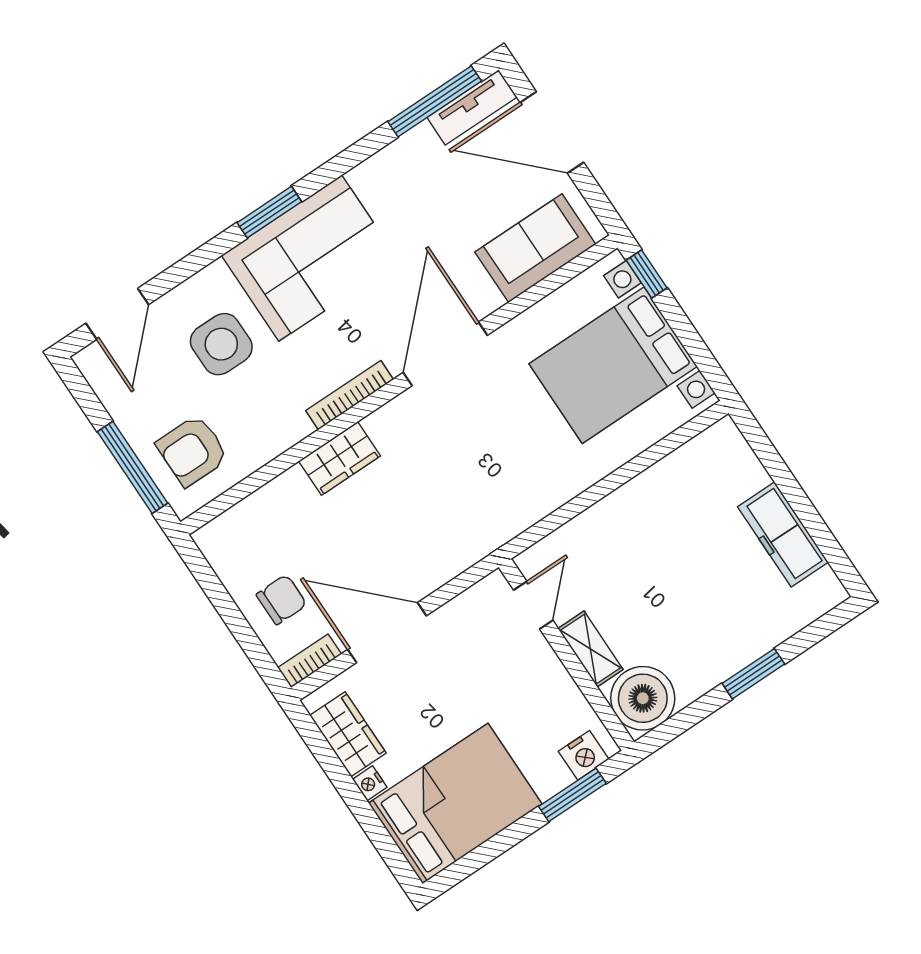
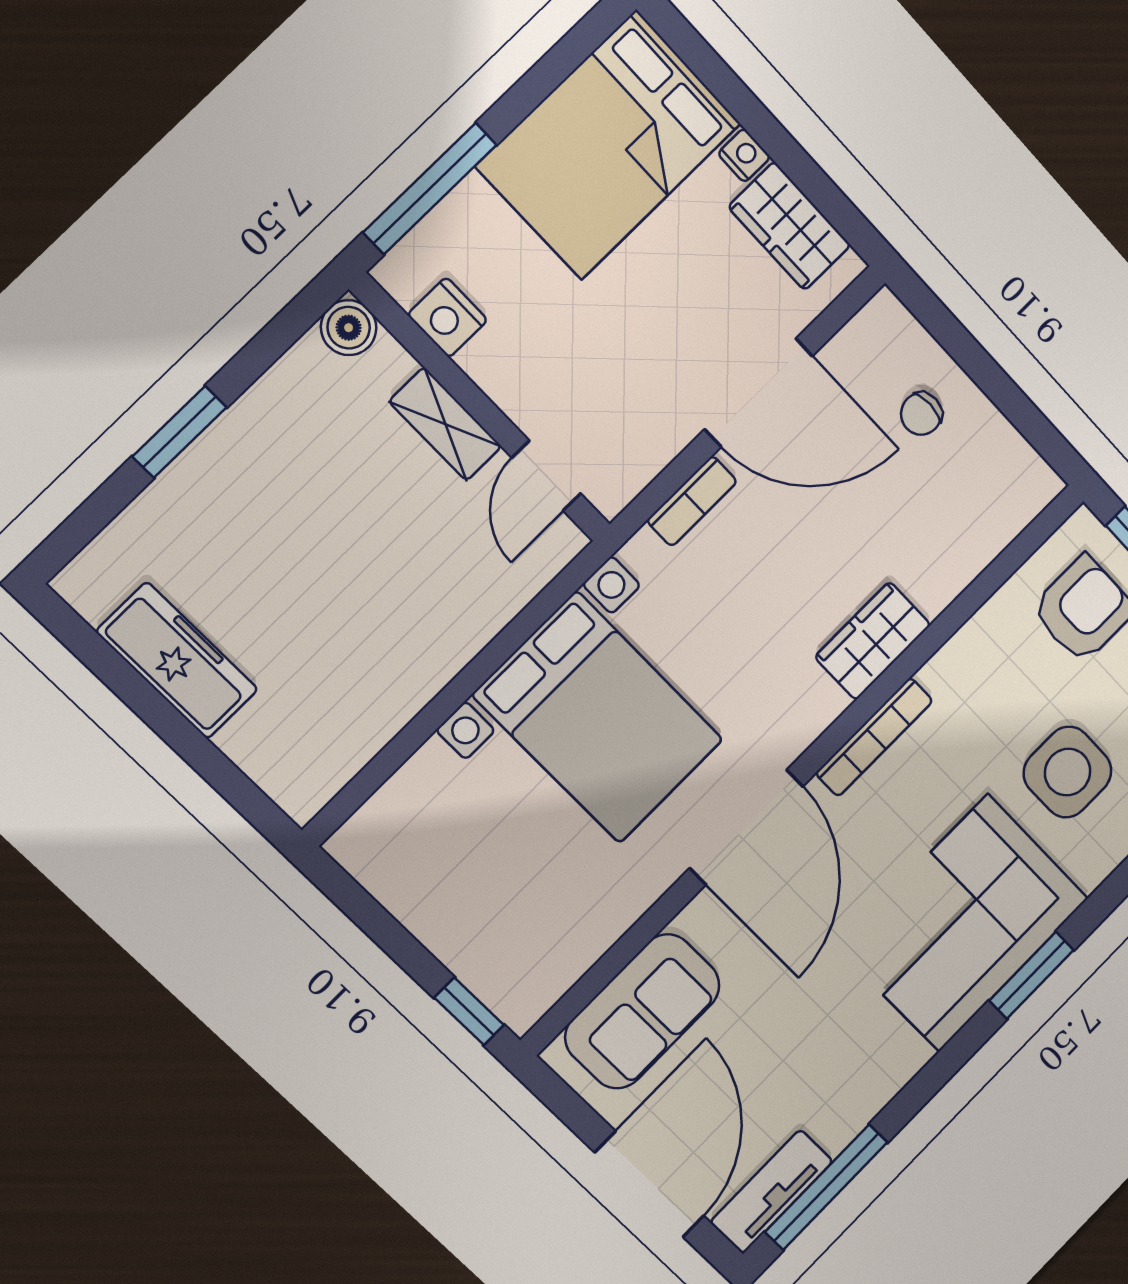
door: (552, 132) -> (650, 1184), hinge flipped
bed with nightstands: (613, 365) -> (598, 718), moved, turned 90
chair: (281, 600) -> (921, 414), width x0.73, depth x0.73
bookcase: (310, 661) -> (692, 501), moved
boiler: (643, 698) -> (349, 328), width x0.54, depth x0.54
nightstand: (584, 755) -> (448, 317), moved, turned -90
window: (572, 795) -> (430, 189), width x1.44

